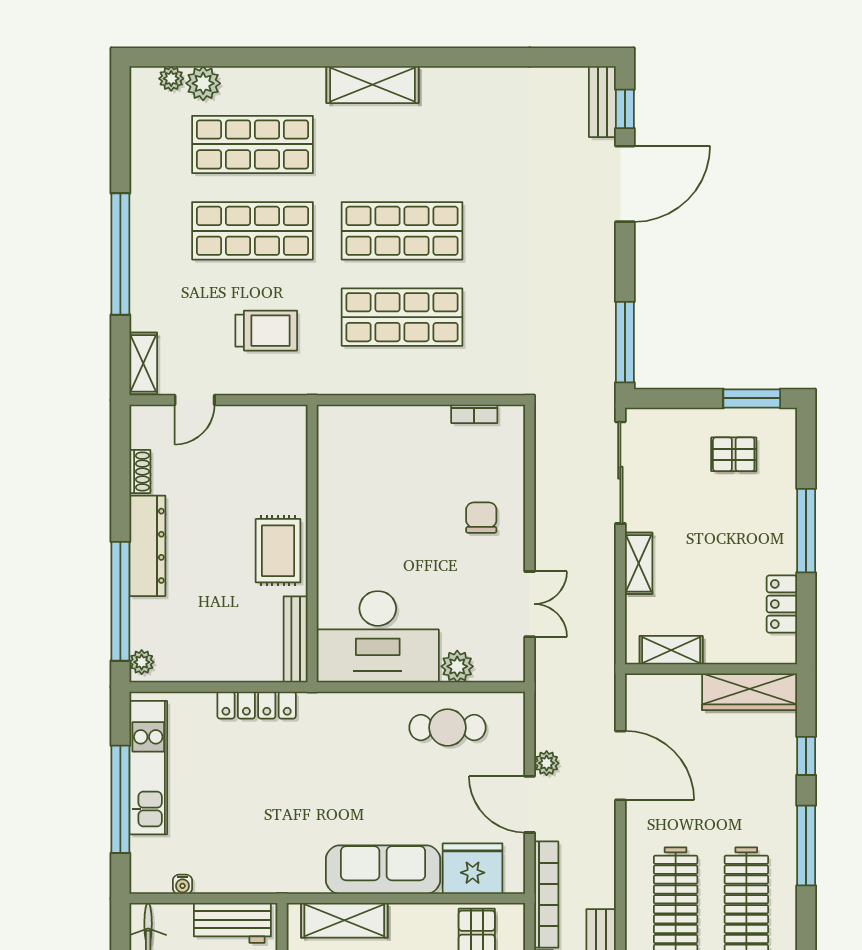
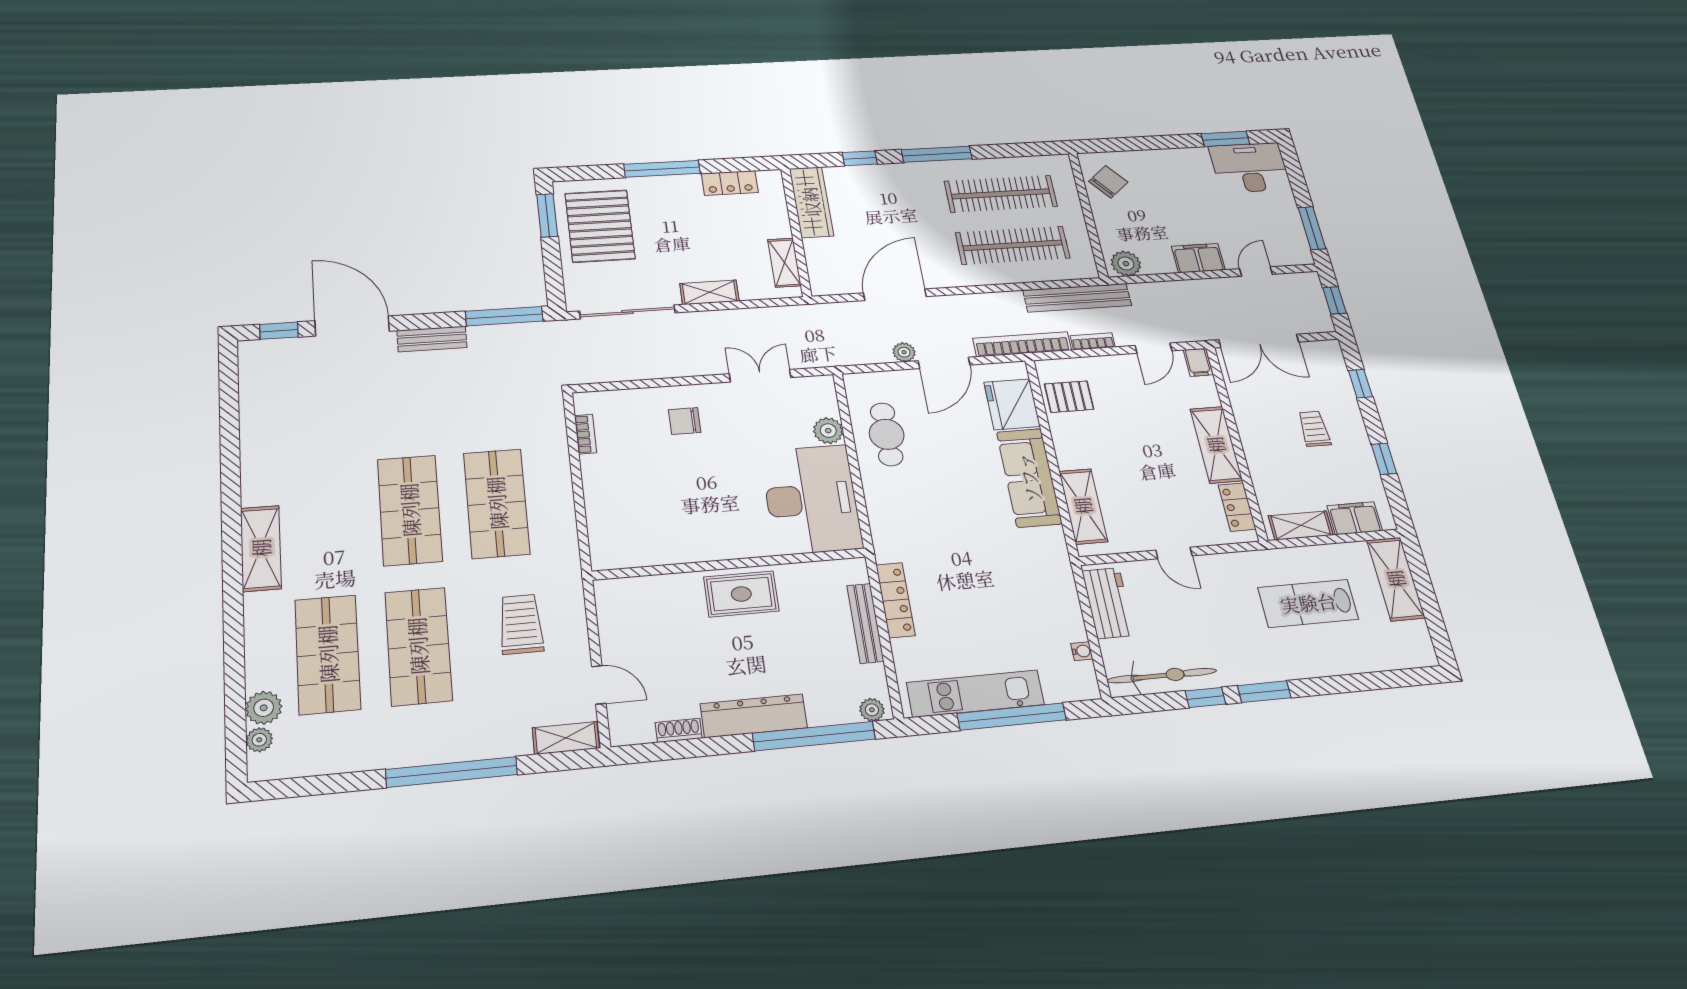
bench: (602, 102) -> (432, 339), moved
pallet: (734, 454) -> (600, 226), width x2.05, depth x2.00
bench: (296, 639) -> (865, 623), moved, turned 90

